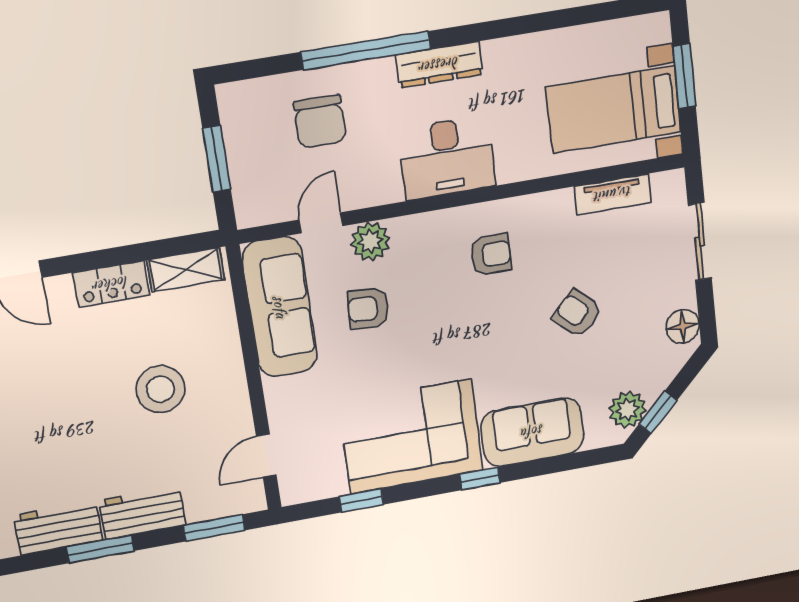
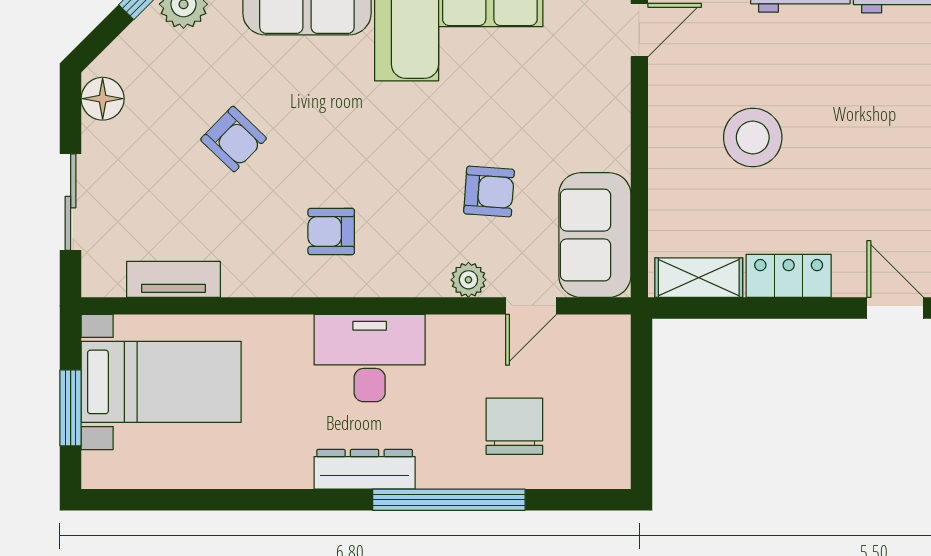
window: (217, 159) -> (641, 403), removed
plant: (370, 241) -> (468, 280), width x0.73, depth x0.73
sofa: (280, 307) -> (595, 235), width x0.73

